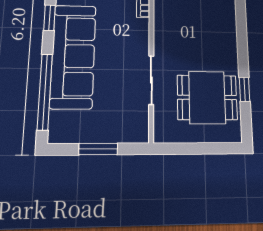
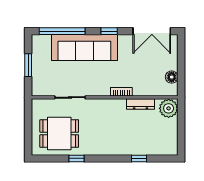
window: (245, 89) -> (76, 158), moved
dining table: (207, 97) -> (59, 133), turned 90

